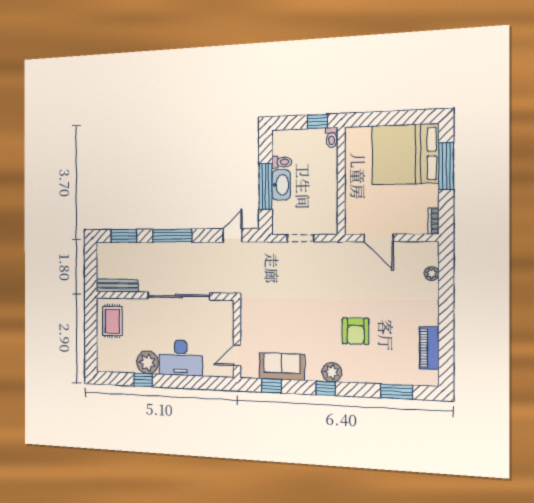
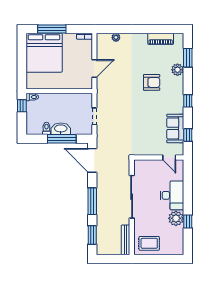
door: (233, 235) -> (92, 160), width x1.88
plant: (332, 372) -> (177, 70), moved

